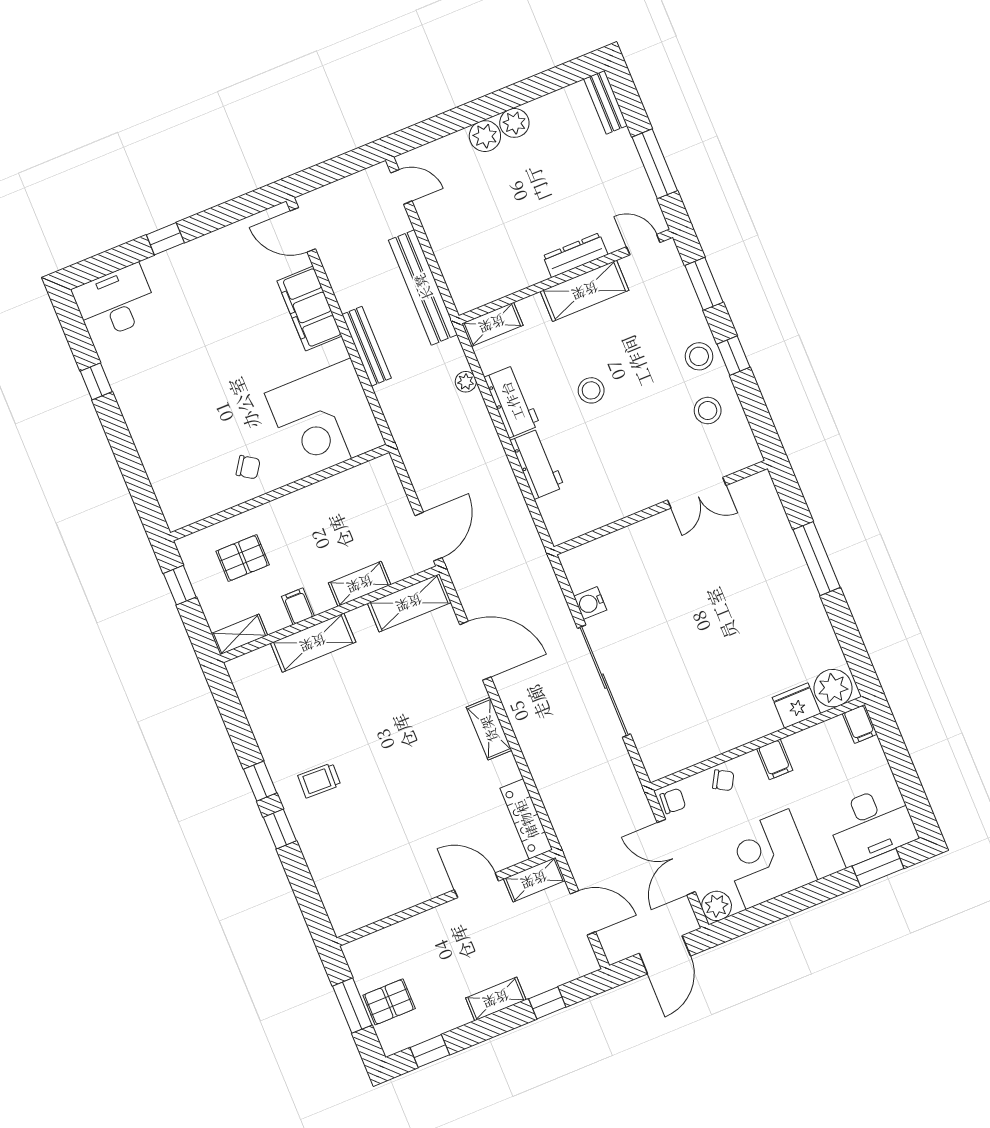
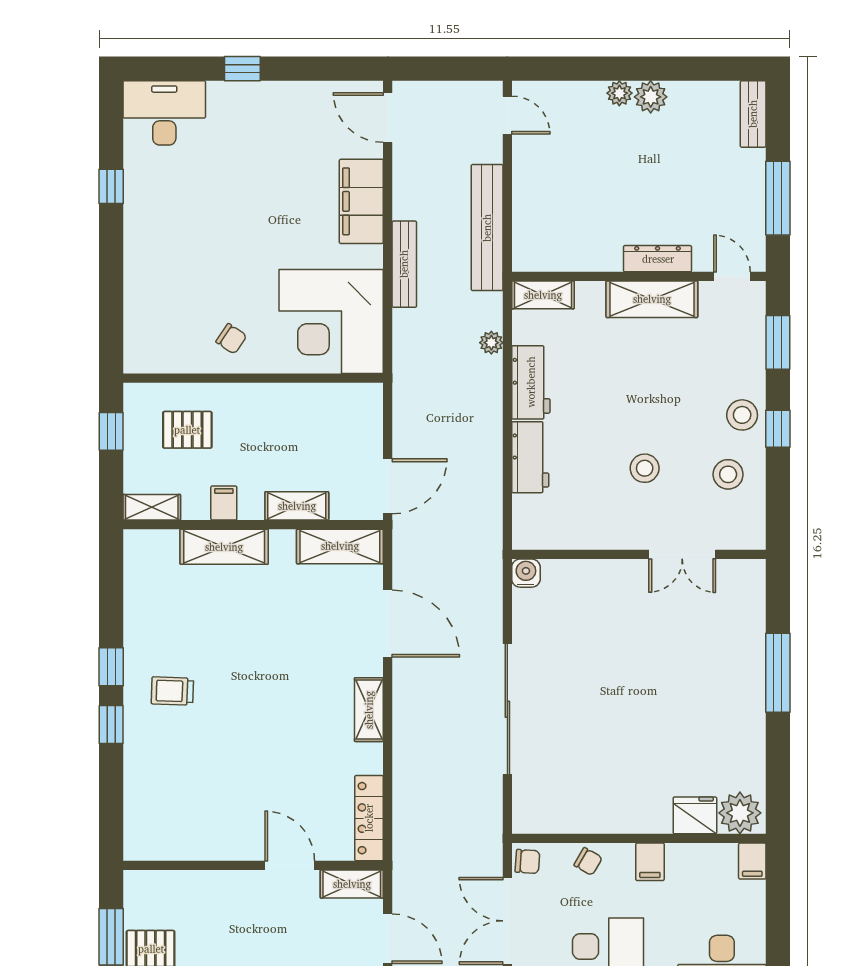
plant: (485, 136) -> (619, 93), width x0.73, depth x0.73
stool: (591, 390) -> (645, 468), moved
water cooler: (590, 603) -> (526, 573), moved, turned 90

